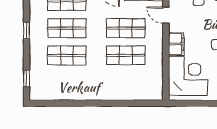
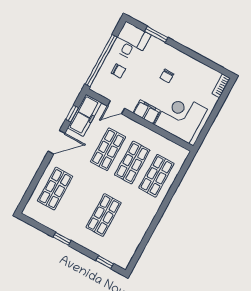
shop shelf: (67, 28) -> (156, 176), moved

